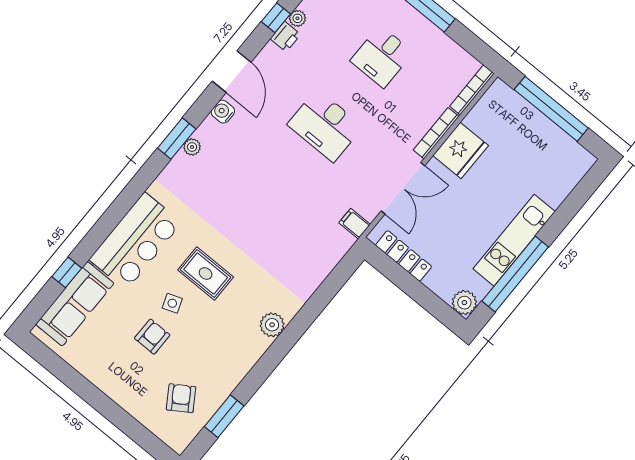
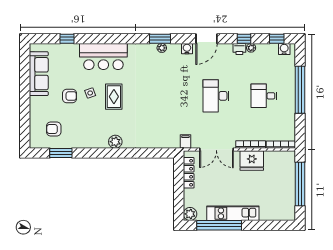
sofa: (75, 304) -> (39, 74), moved, turned -90
armchair: (181, 398) -> (54, 129), turned -147

